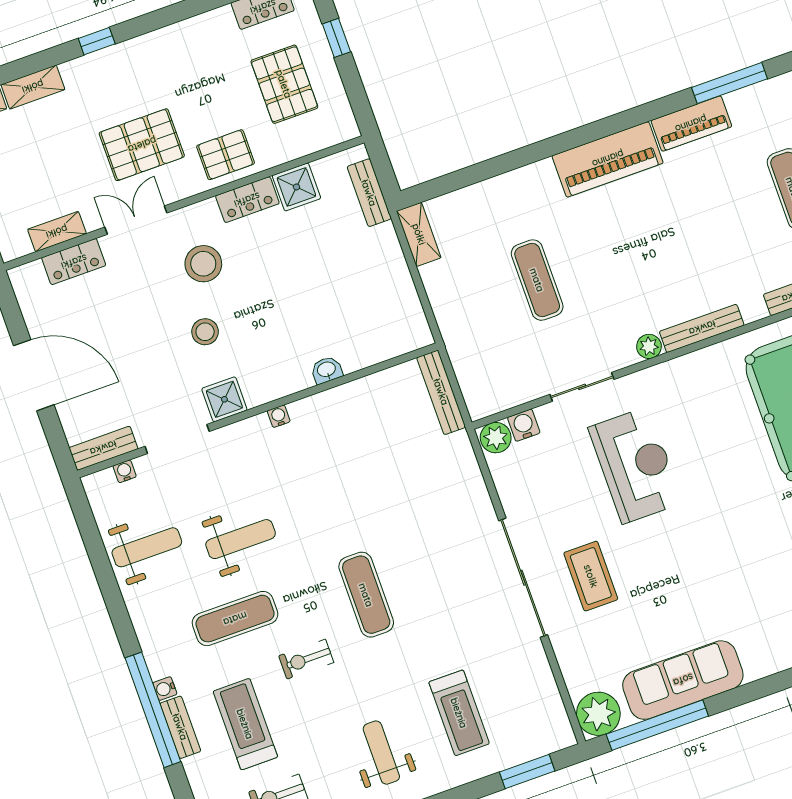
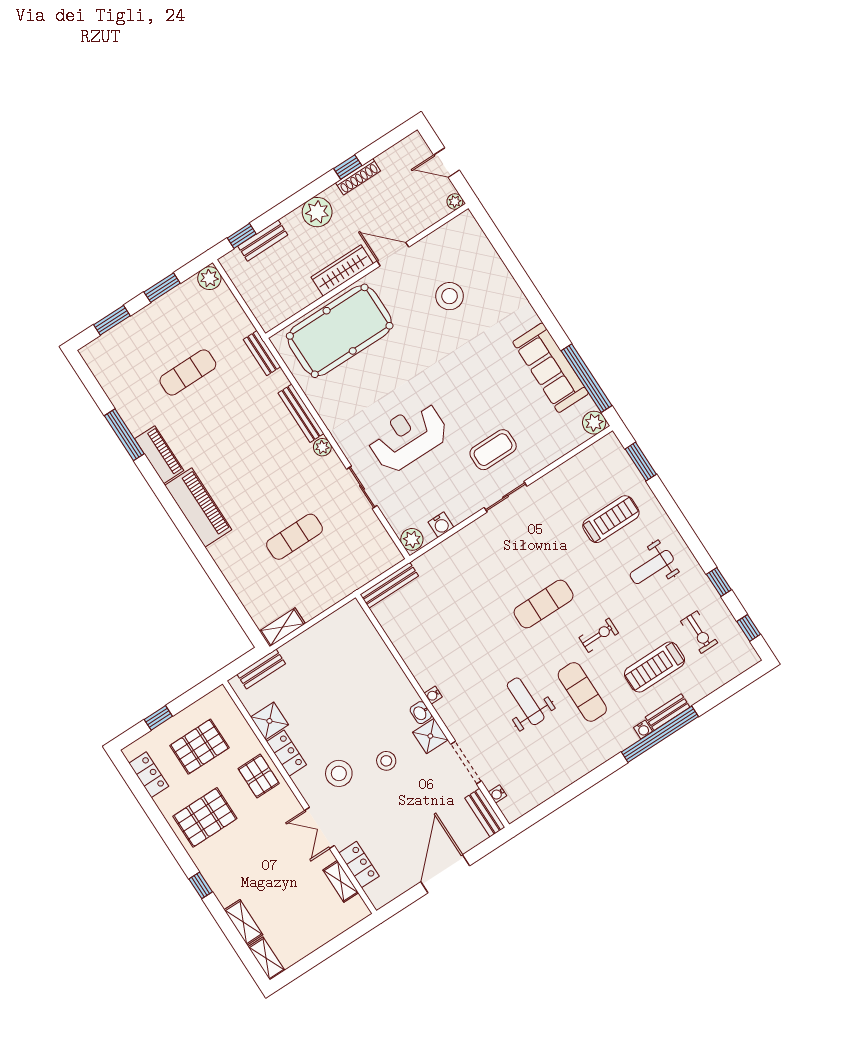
pallet: (142, 145) -> (205, 817), moved, turned 90
washbasin: (327, 370) -> (421, 713), moved
water cooler: (524, 425) -> (441, 525), moved, turned -90
weight bench: (147, 547) -> (547, 766), removed
sliding door: (523, 578) -> (506, 497), width x0.54
exercise bike: (306, 659) -> (599, 635), turned -90
plant: (598, 714) -> (594, 423), width x0.73, depth x0.73

